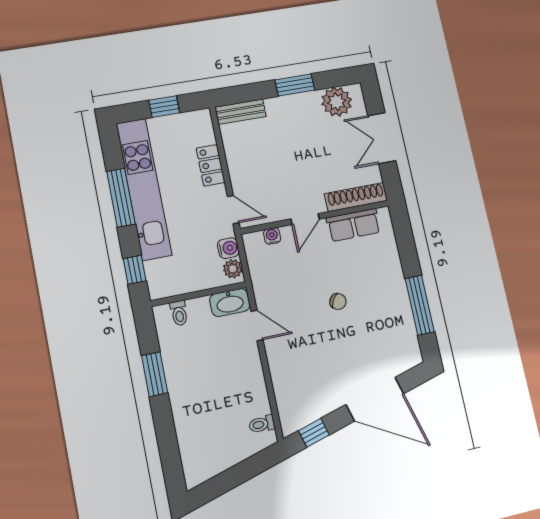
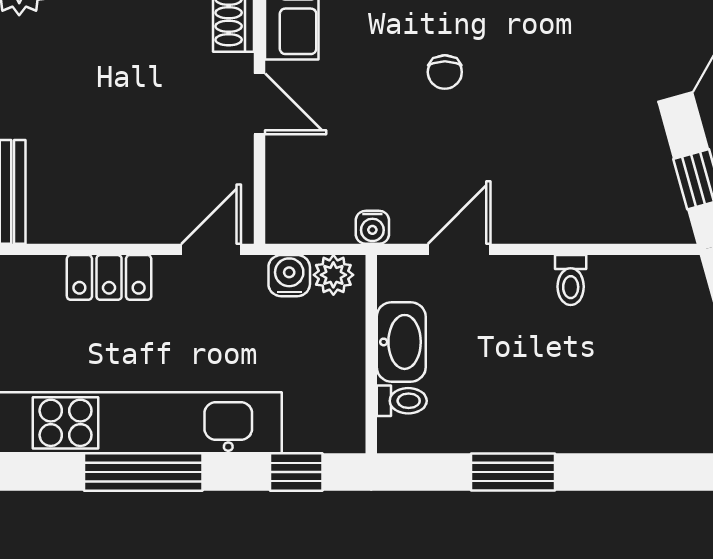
water cooler: (272, 236) -> (372, 227), moved, turned -90
washbasin: (230, 302) -> (401, 342), moved
chair: (338, 302) -> (445, 72), turned 150
toilet: (262, 424) -> (571, 280), moved

